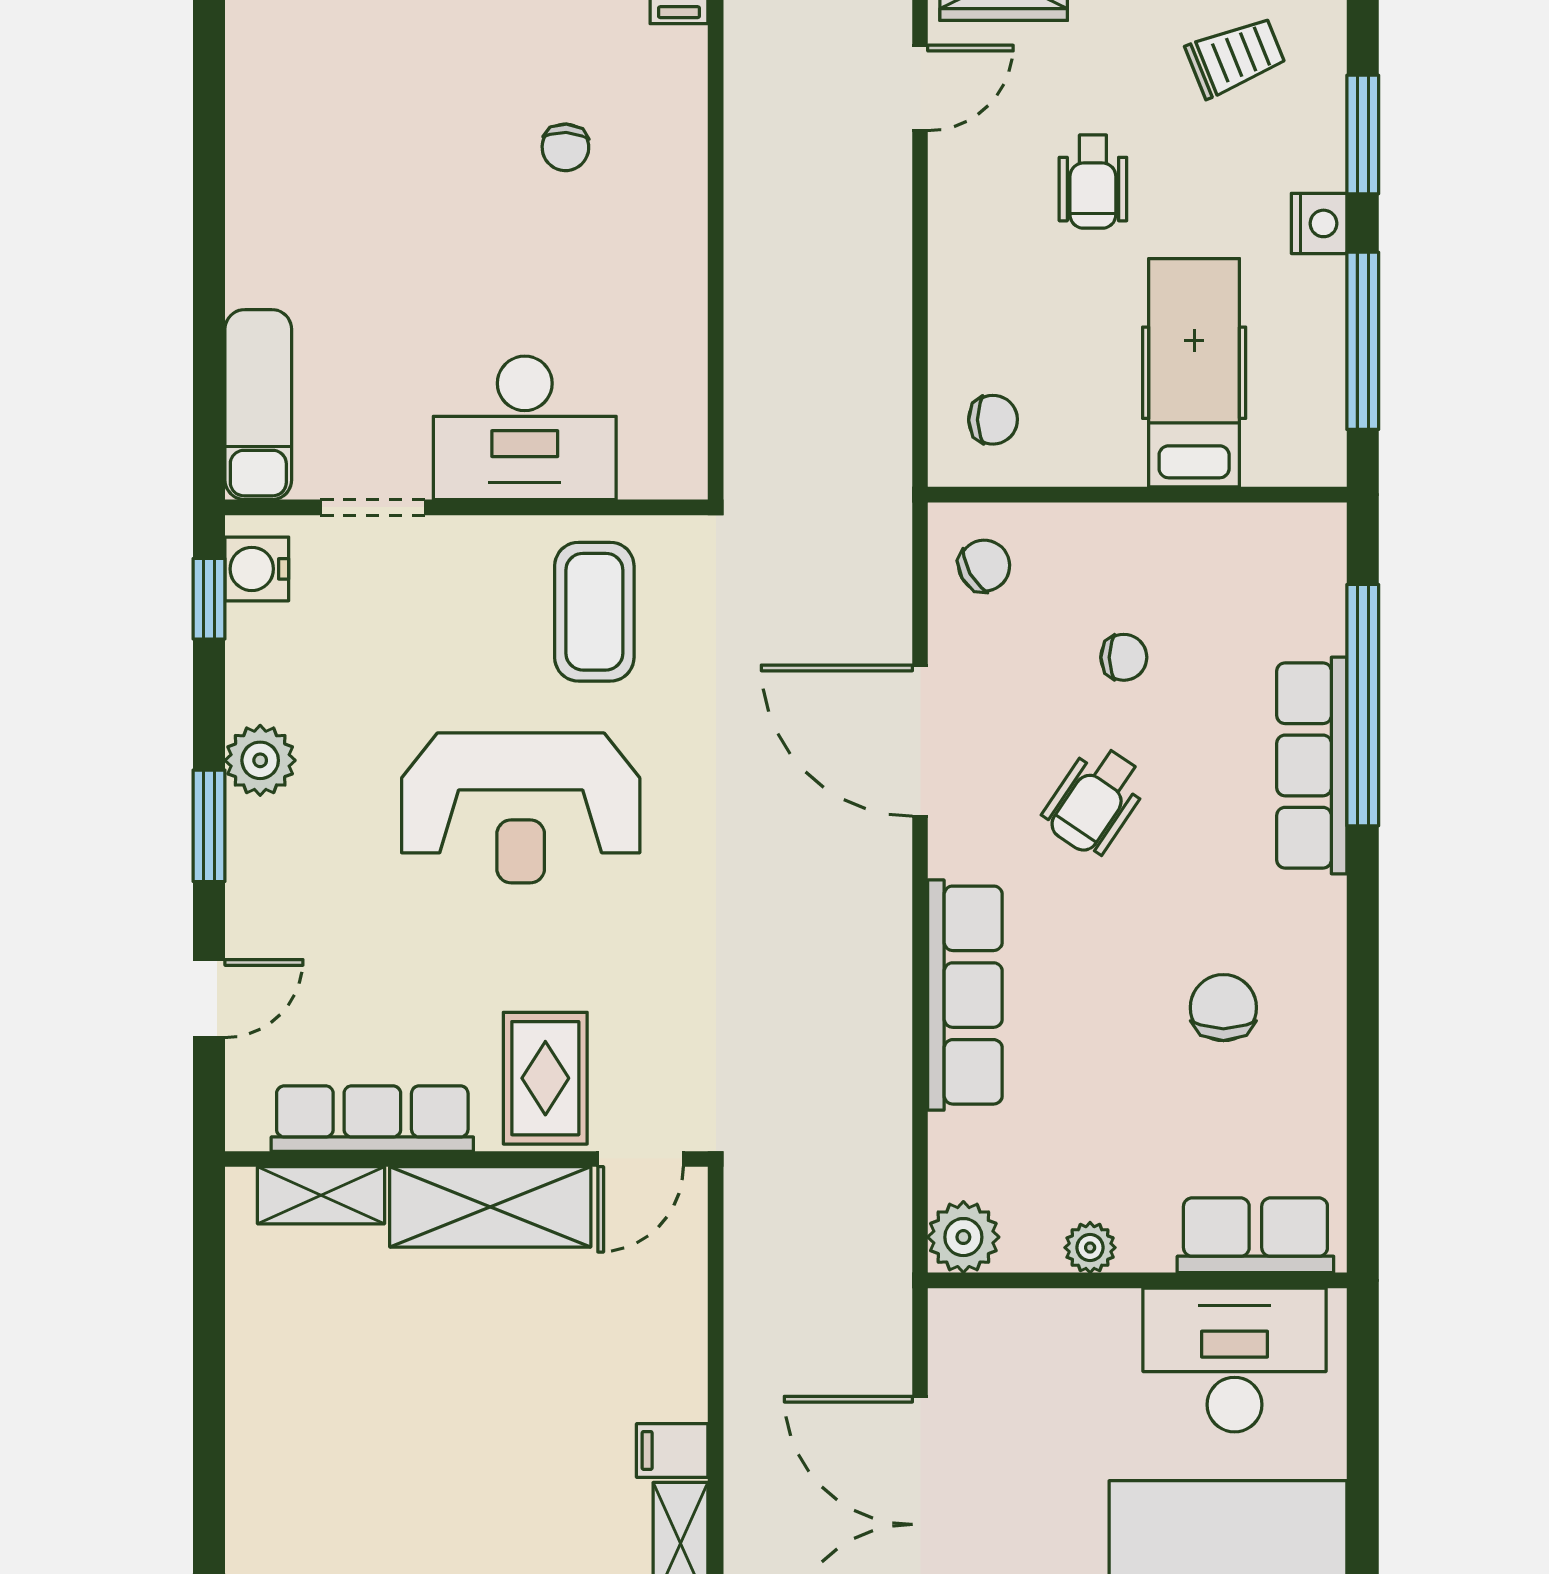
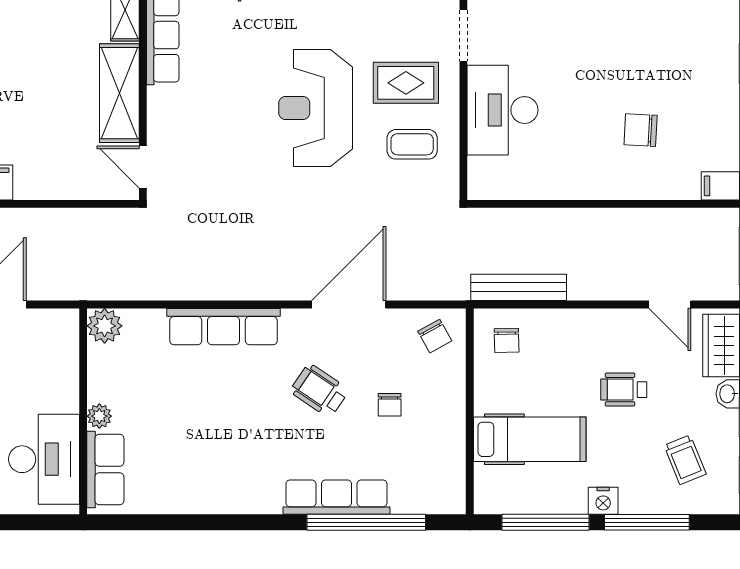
window: (1363, 135) -> (647, 522), width x1.44
chair: (565, 147) -> (641, 130), width x1.37, depth x1.37
bench: (885, 395) -> (519, 287), added
coffee table: (594, 612) -> (412, 144), width x0.73, depth x0.77
chair: (1223, 1008) -> (217, 454), removed
rug: (545, 1078) -> (406, 83), moved
plant: (1090, 1248) -> (99, 416), moved

